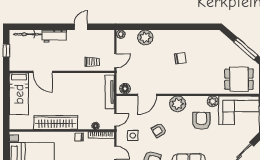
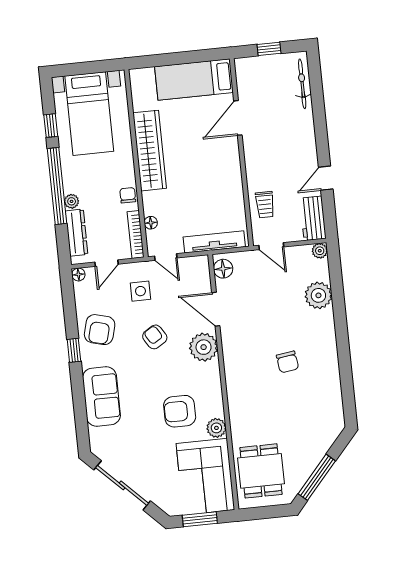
door: (81, 27) -> (326, 178), swing flipped
workbench: (54, 36) -> (313, 218), moved
plant: (178, 104) -> (204, 347), moved
armchair: (201, 121) -> (180, 411), turned 180

